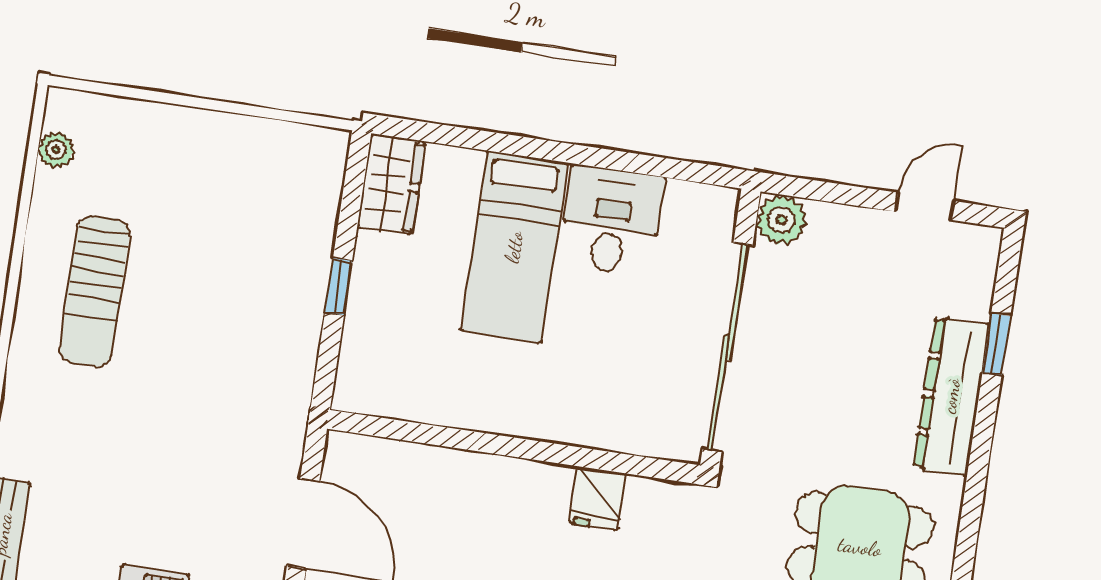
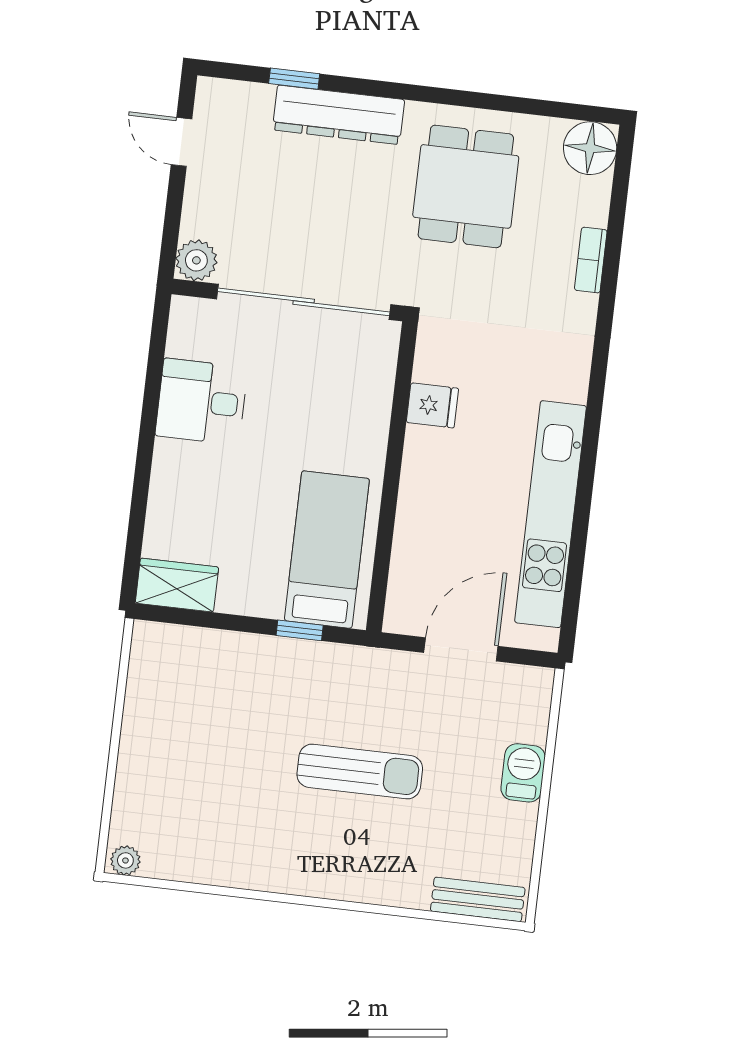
plant: (56, 150) -> (125, 860), moved
bed: (514, 247) -> (327, 550), moved, turned -90
window: (339, 287) -> (300, 630), moved
sun lounger: (95, 291) -> (360, 771), moved

